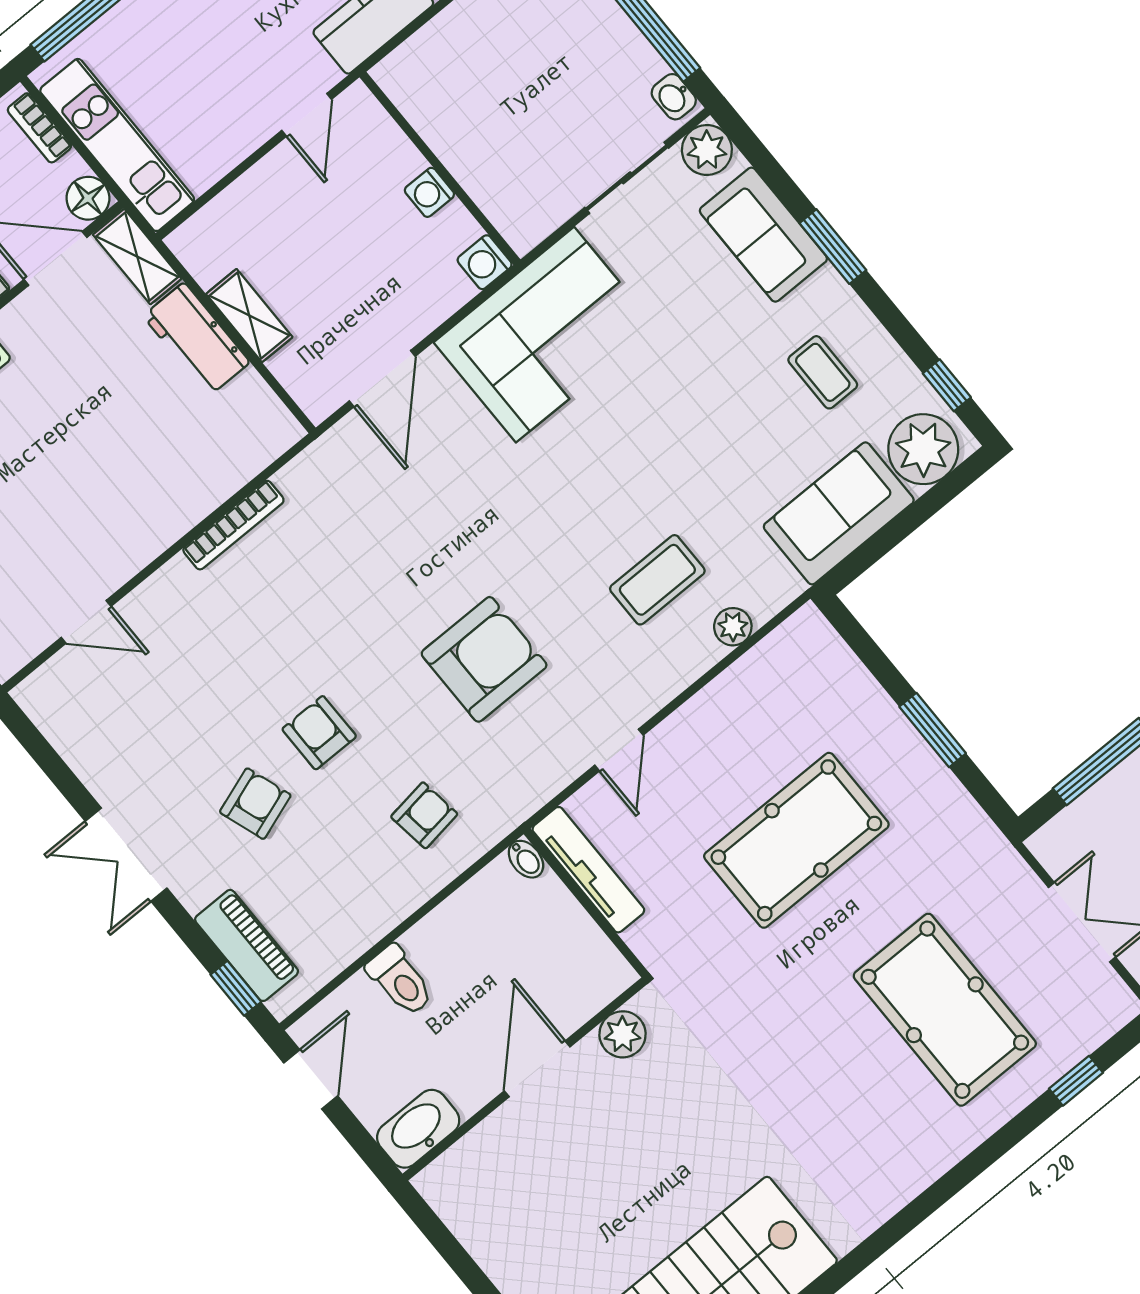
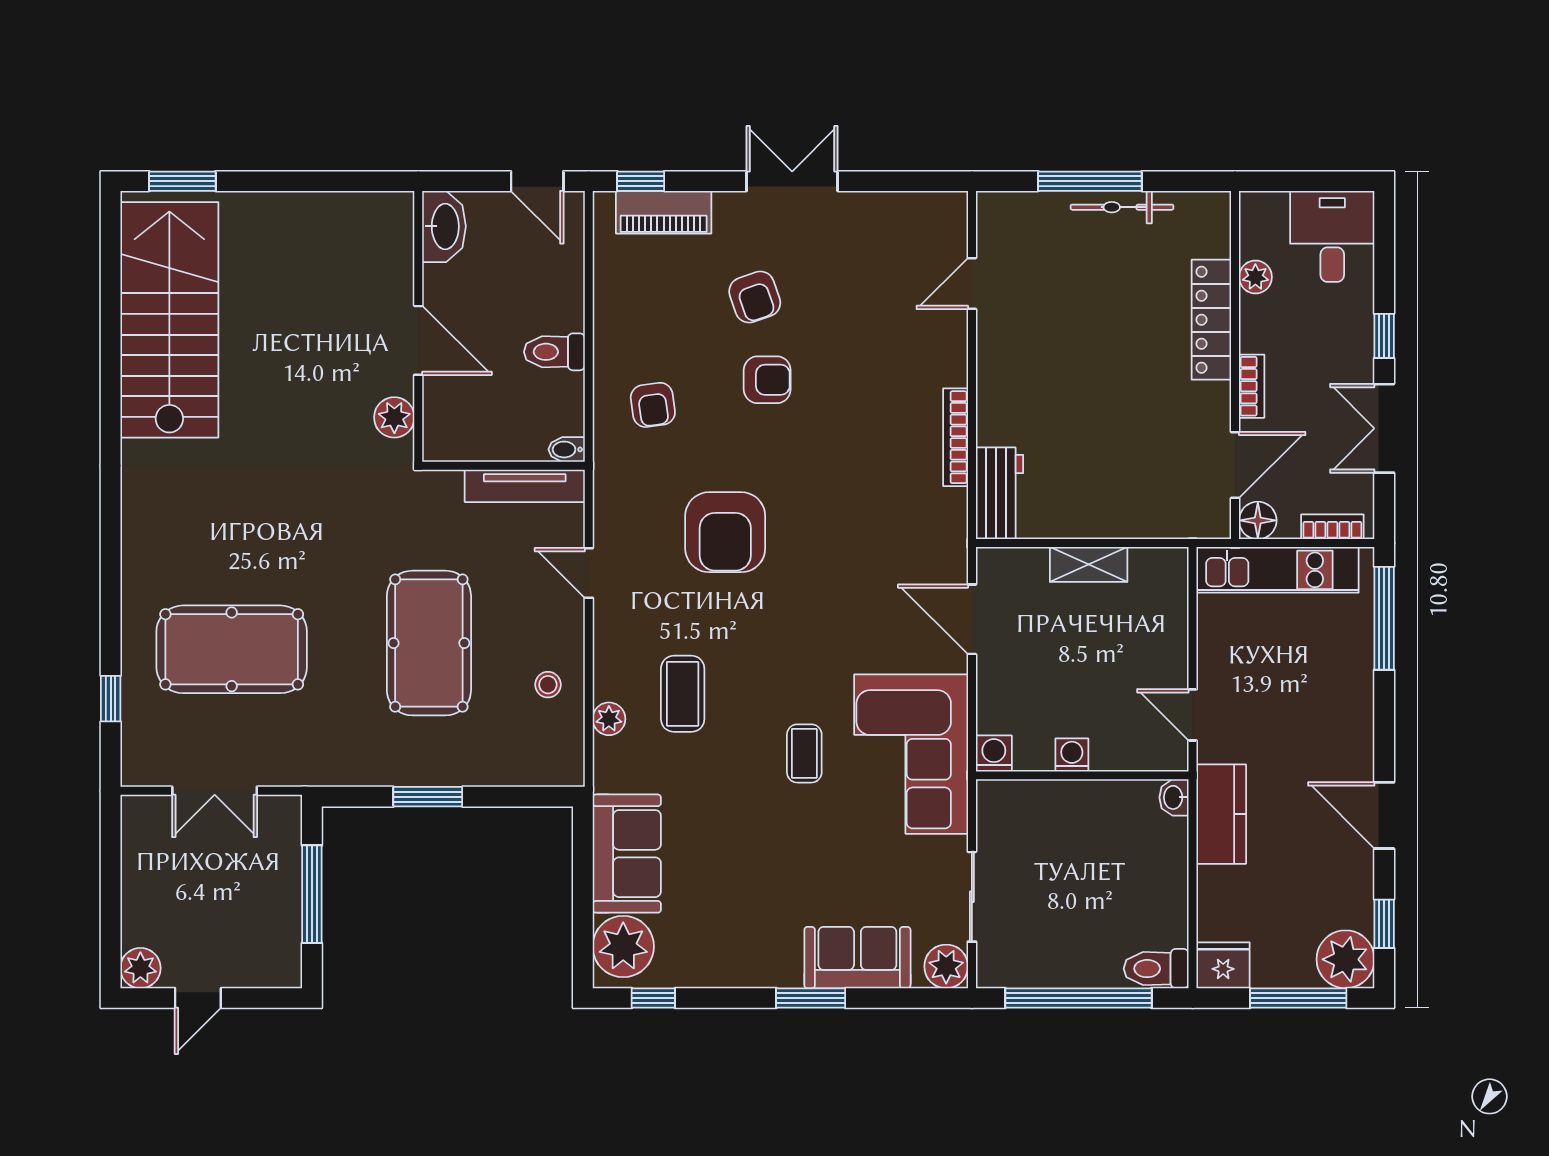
washbasin: (674, 97) -> (1174, 797), moved, turned -90
shelving: (137, 257) -> (1191, 521), removed
workbench: (196, 339) -> (999, 493), moved, turned 90
coffee table: (823, 372) -> (804, 753), moved, turned 90
stool: (747, 705) -> (548, 685), added
toilet: (400, 980) -> (554, 352), moved

